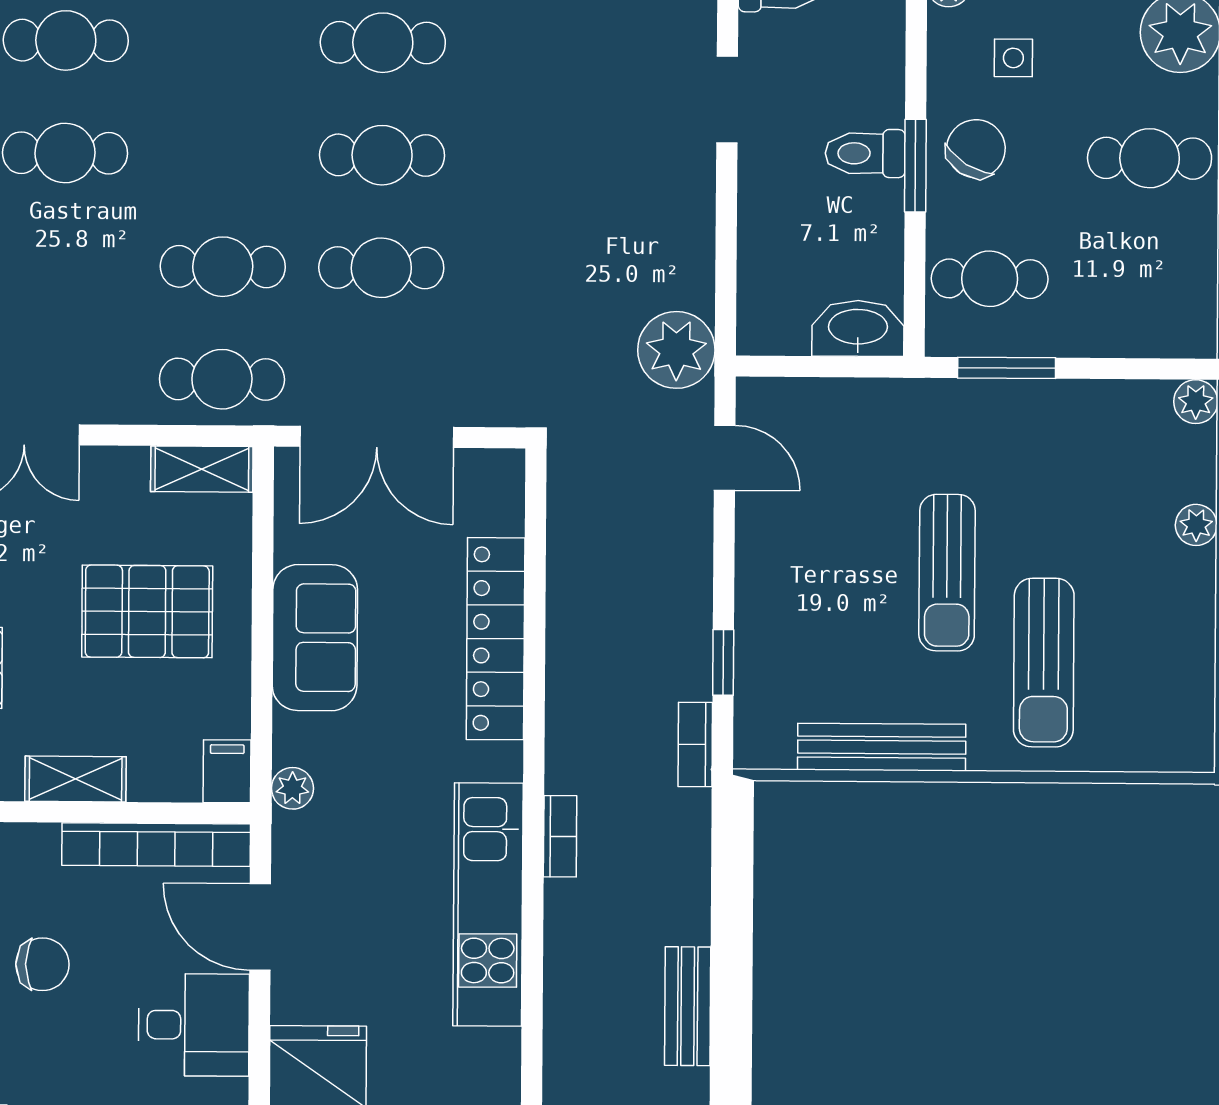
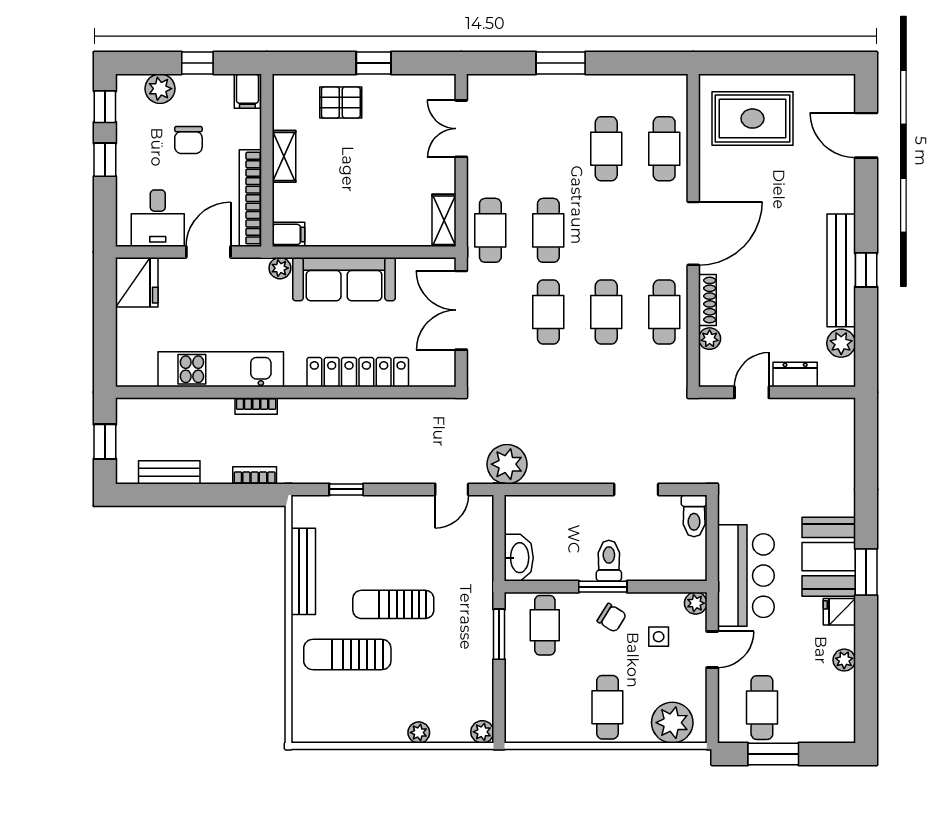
chair: (976, 149) -> (612, 618), width x0.73, depth x0.73
pallet: (147, 611) -> (370, 193), removed
sofa: (315, 638) -> (344, 279), width x1.36
bookcase: (695, 744) -> (255, 475), moved

